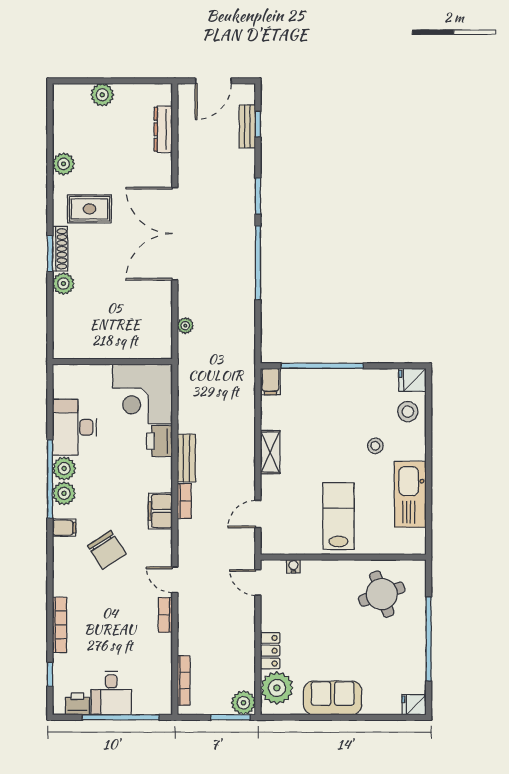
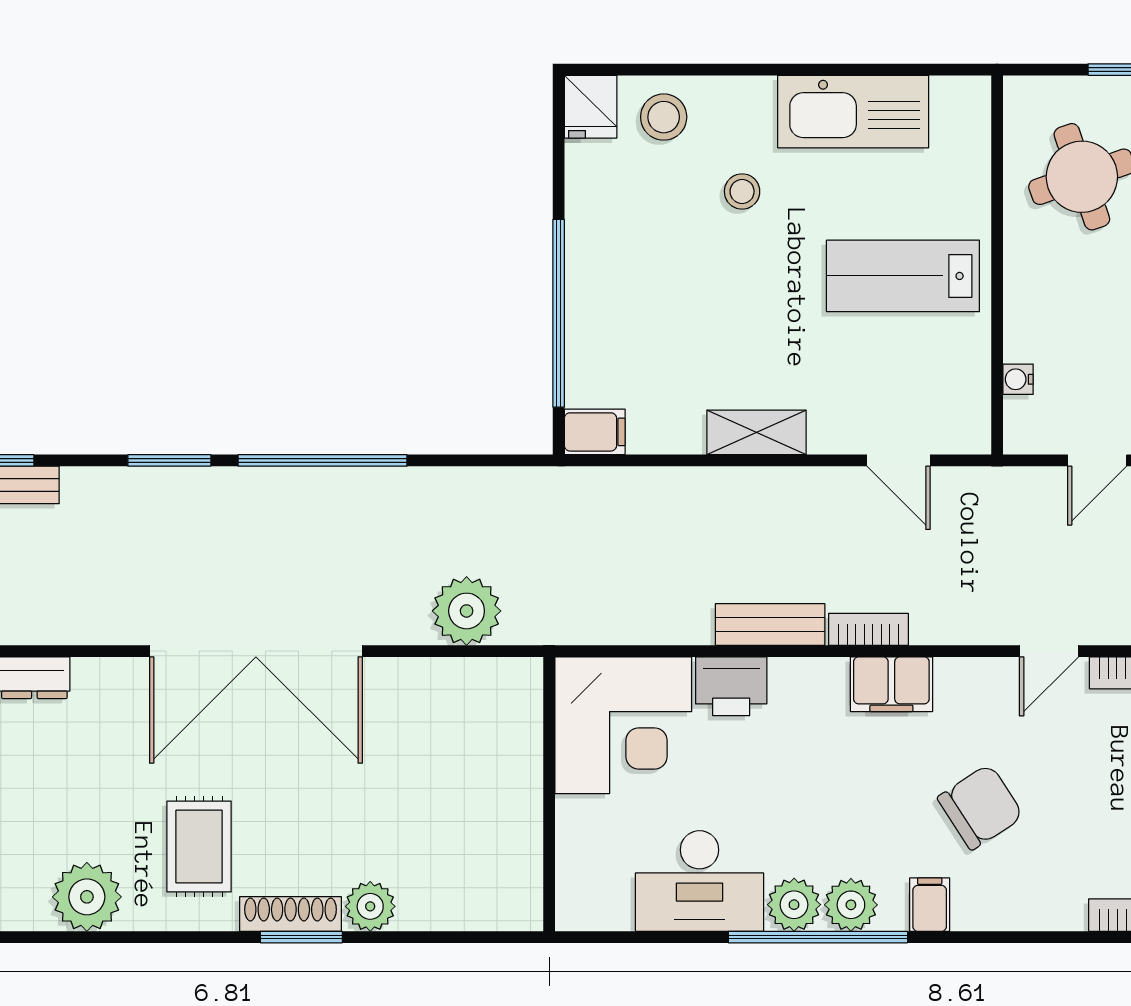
plant: (64, 164) -> (87, 897), width x1.36, depth x1.36
plant: (185, 326) -> (467, 611), width x1.88, depth x1.88
door: (258, 582) -> (1097, 460), moved

